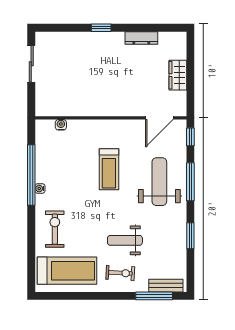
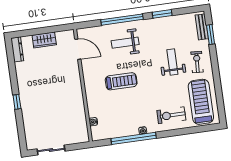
dresser: (141, 38) -> (17, 49), moved
window: (190, 137) -> (89, 24), removed
weight bench: (159, 182) -> (125, 43), width x0.73, depth x0.75
window: (190, 182) -> (122, 20), width x1.46
weight bench: (125, 240) -> (172, 62), turned 180
window: (154, 296) -> (211, 34), width x0.69

